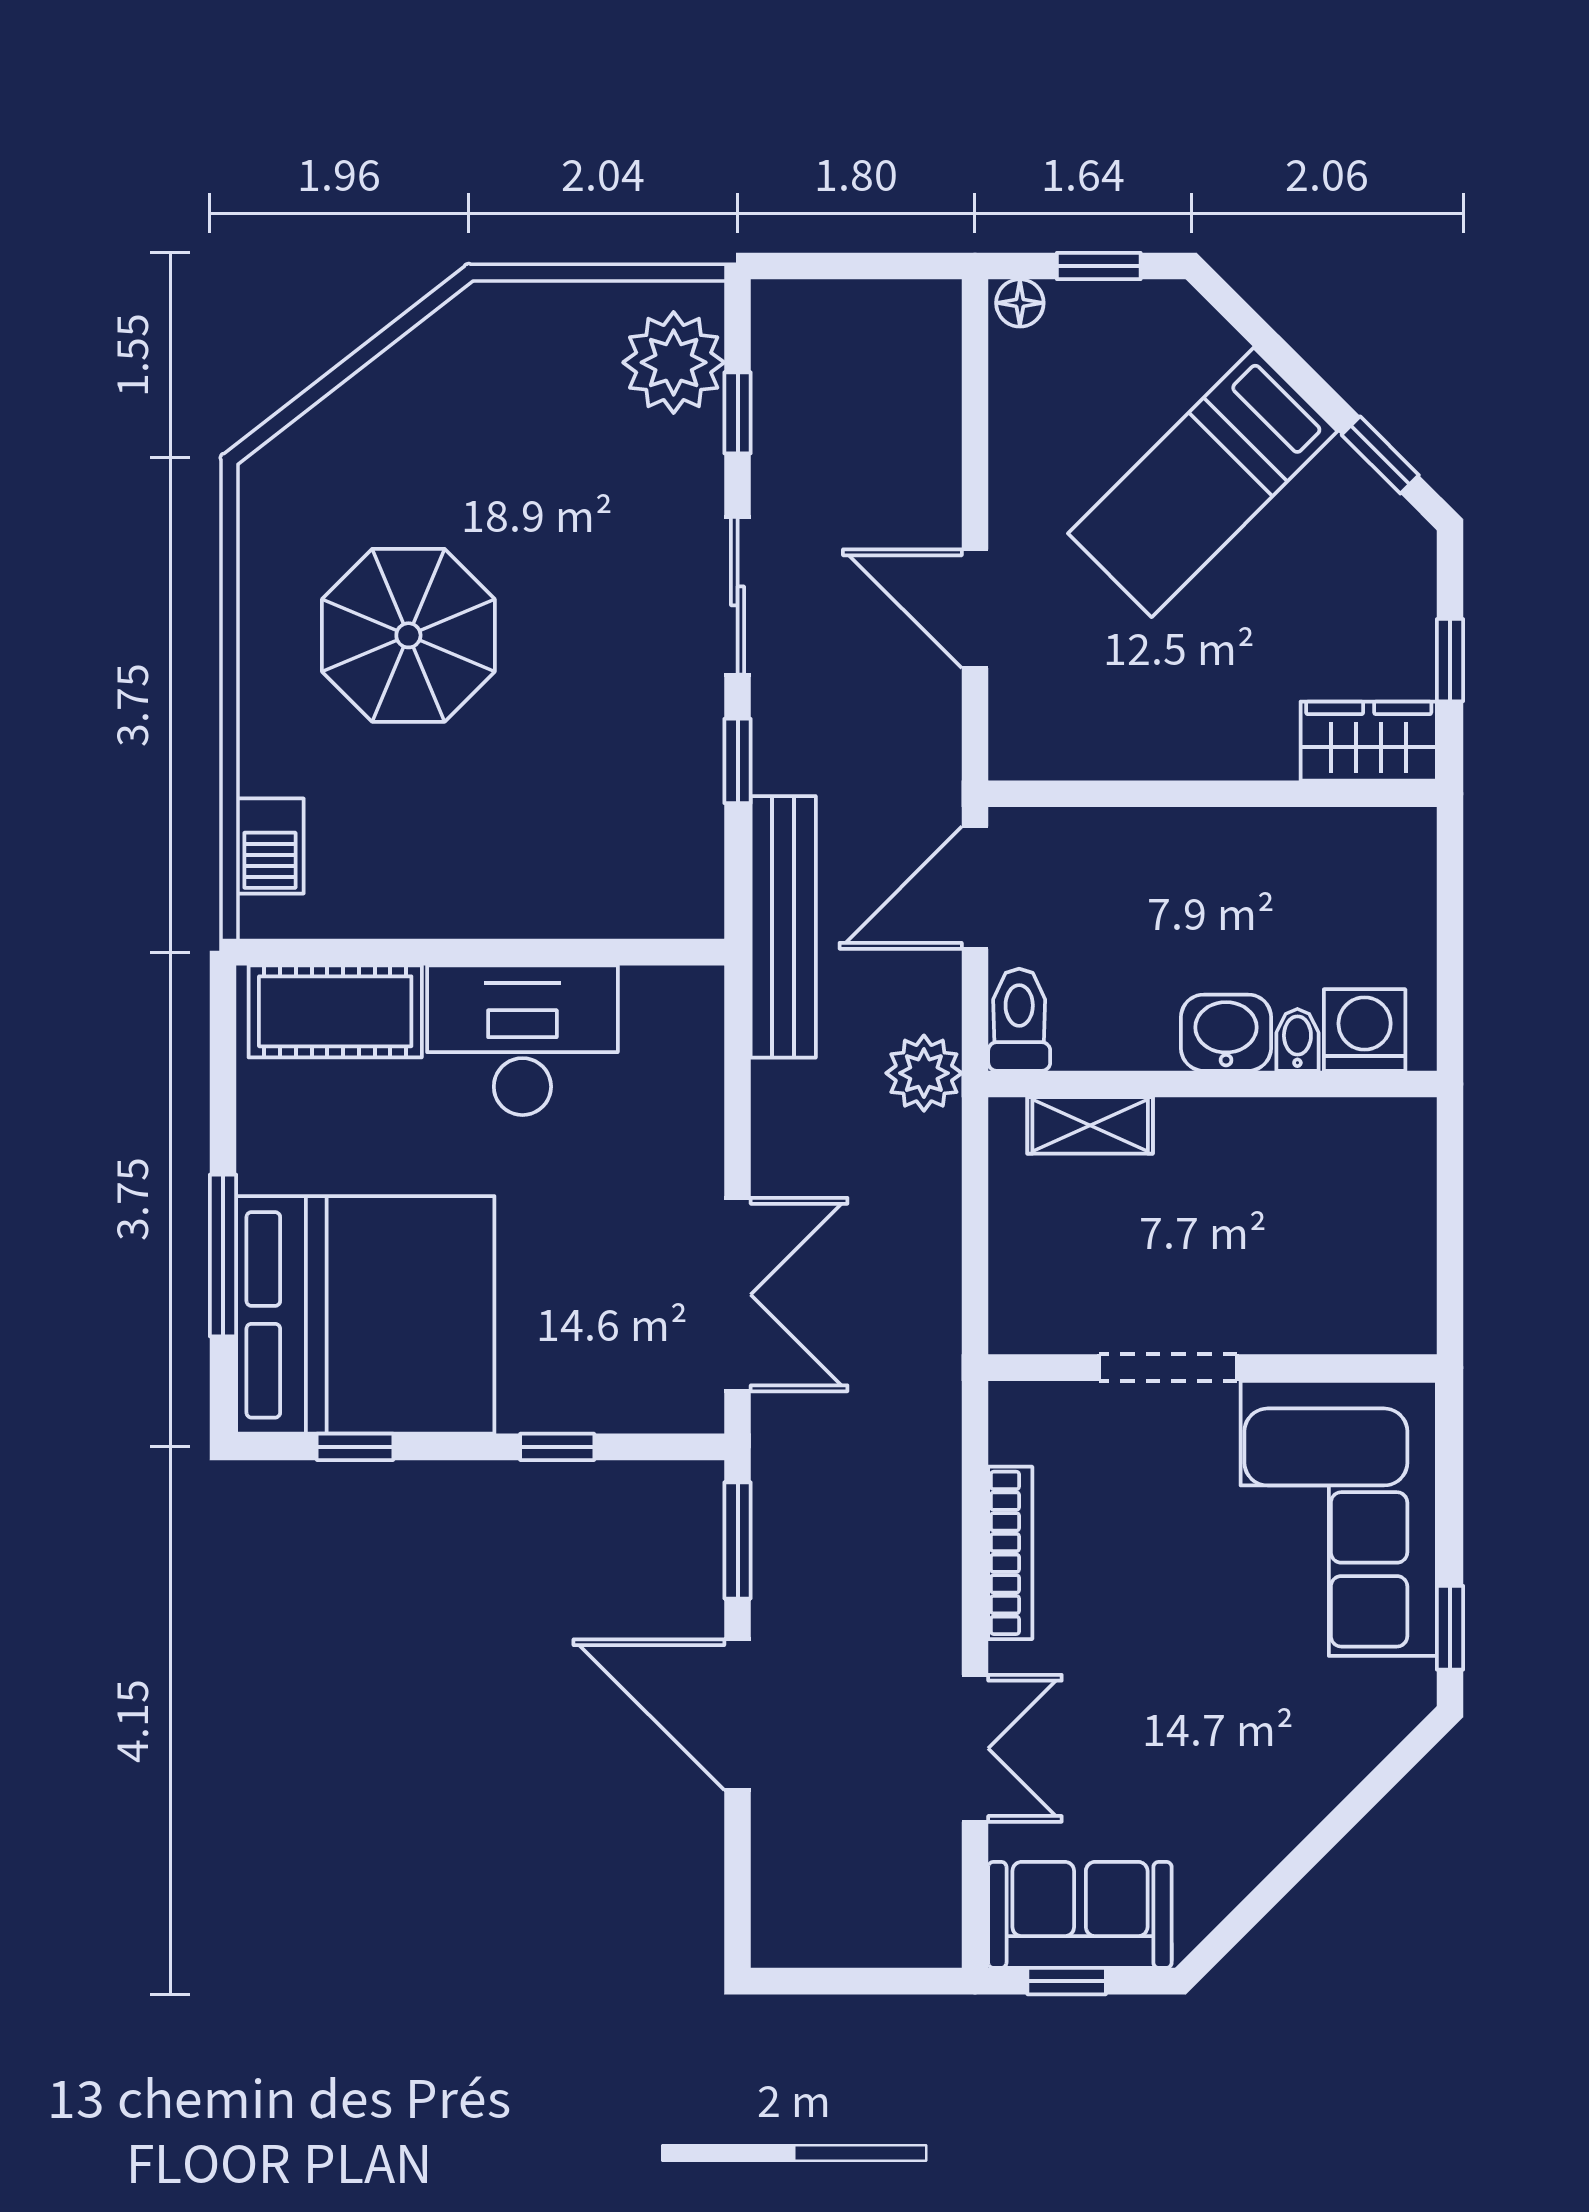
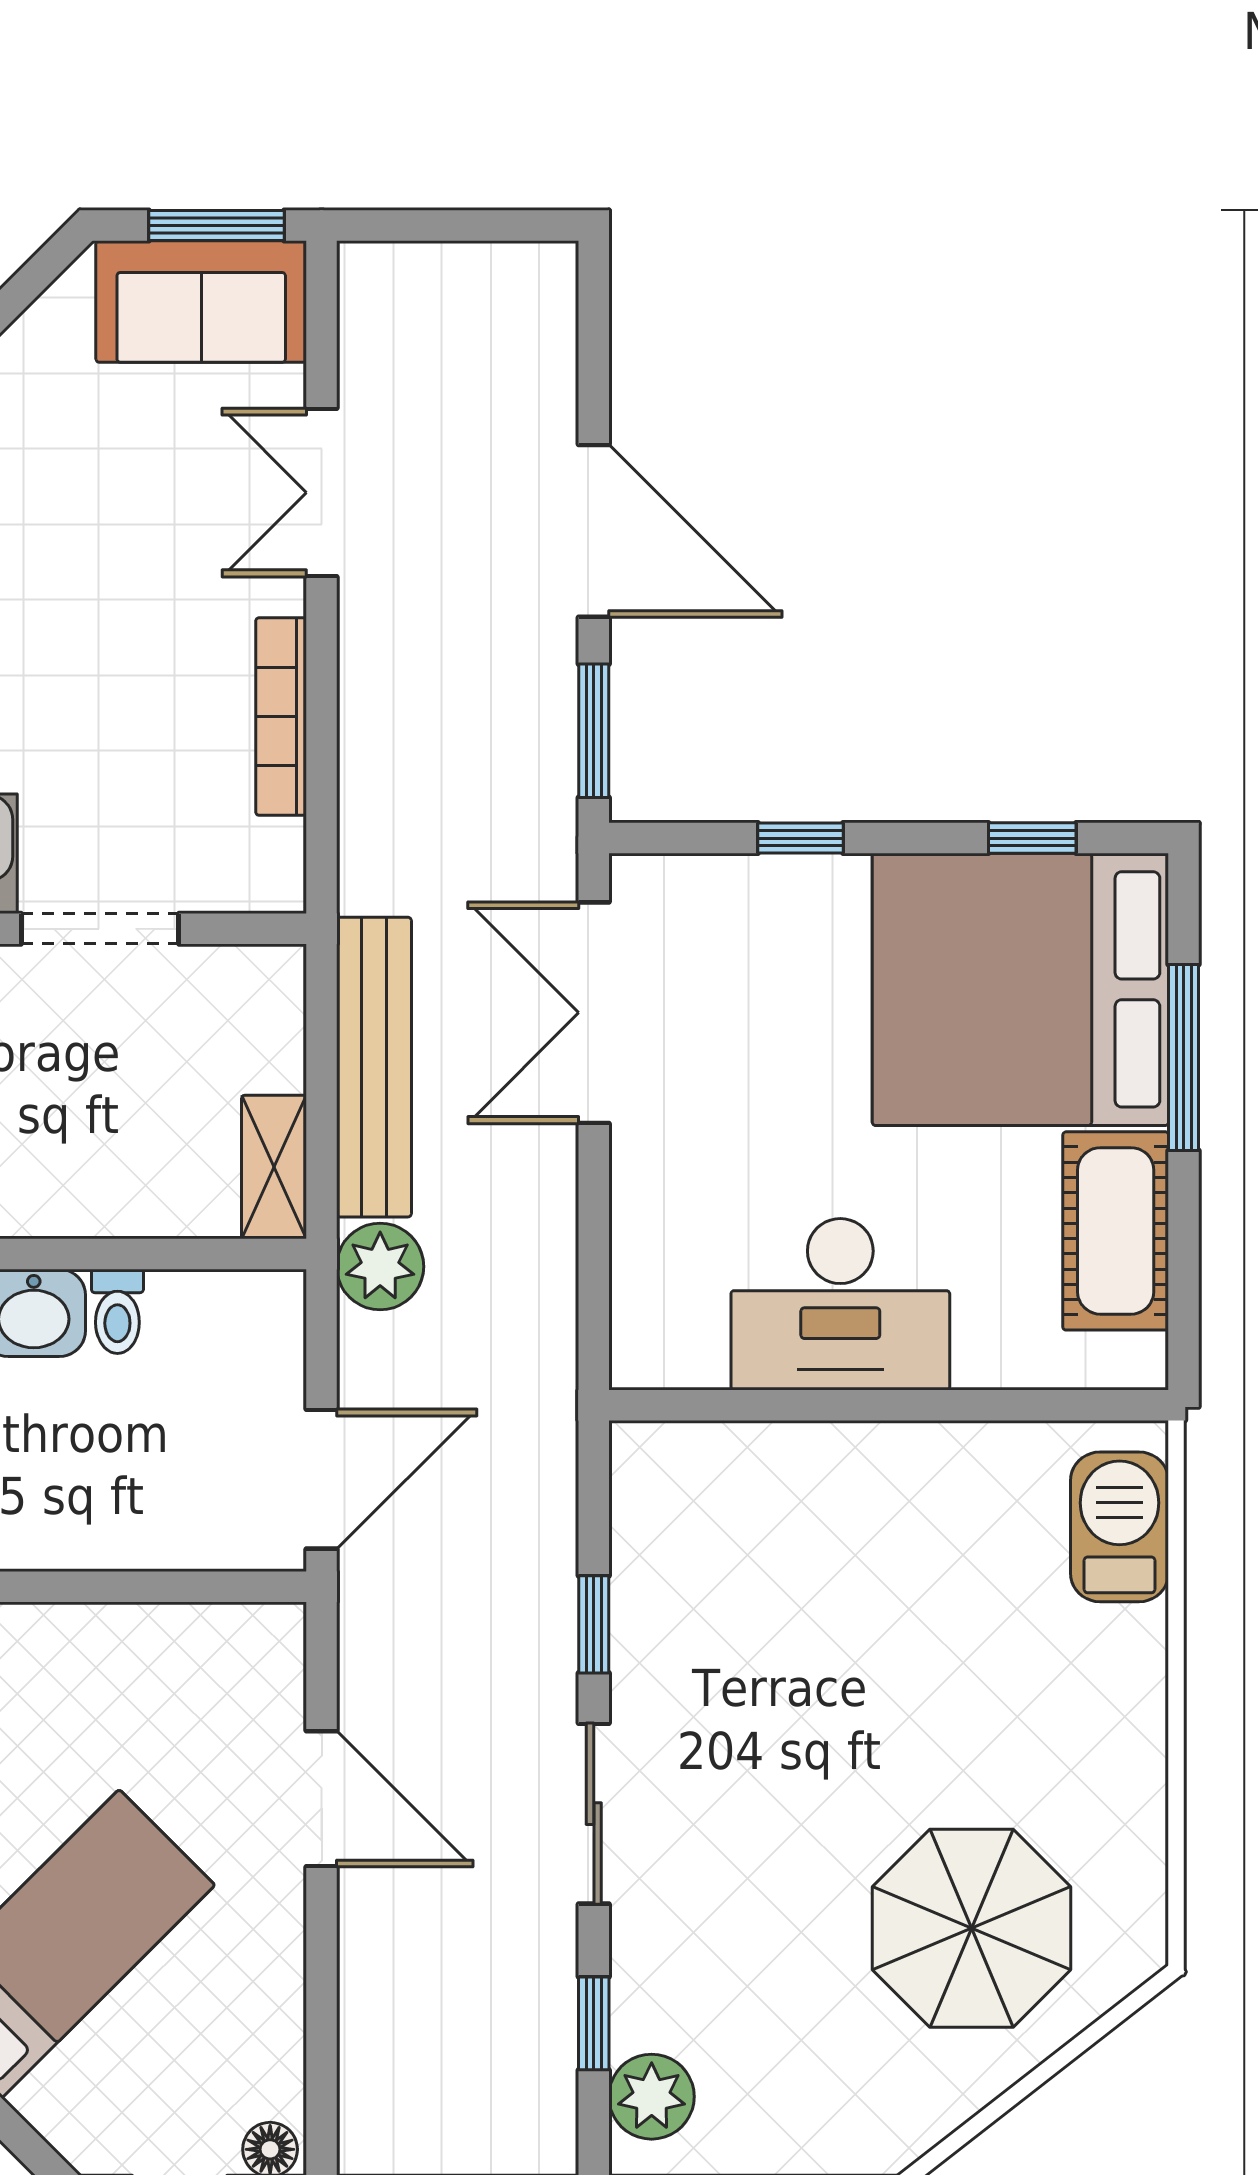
plant: (674, 362) -> (652, 2097), width x0.73, depth x0.73
parasol: (408, 635) -> (971, 1928), moved
barbecue: (270, 846) -> (1119, 1527), width x1.38, depth x1.27
bench: (783, 927) -> (374, 1067), moved
cot: (335, 1011) -> (1116, 1231), moved, turned 90
toilet: (1019, 1020) -> (117, 1311), moved, width x0.73, depth x0.72
shelving: (1090, 1125) -> (274, 1167), moved, turned 90
window: (1067, 1981) -> (217, 226), width x1.50

